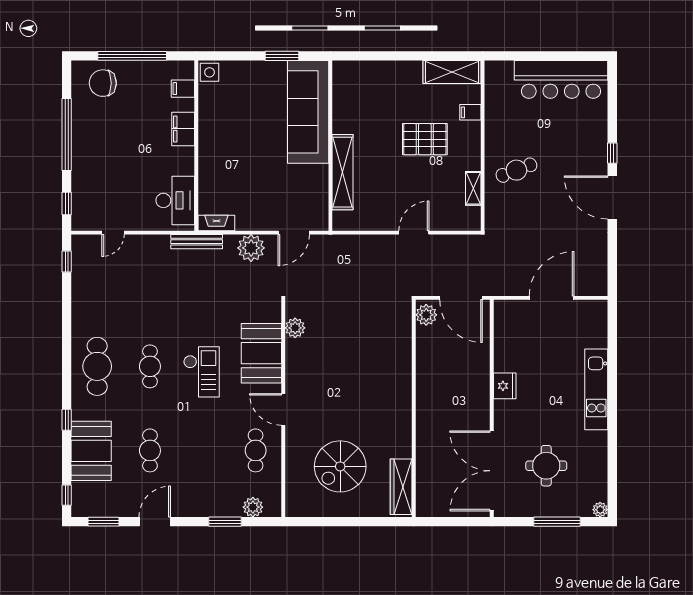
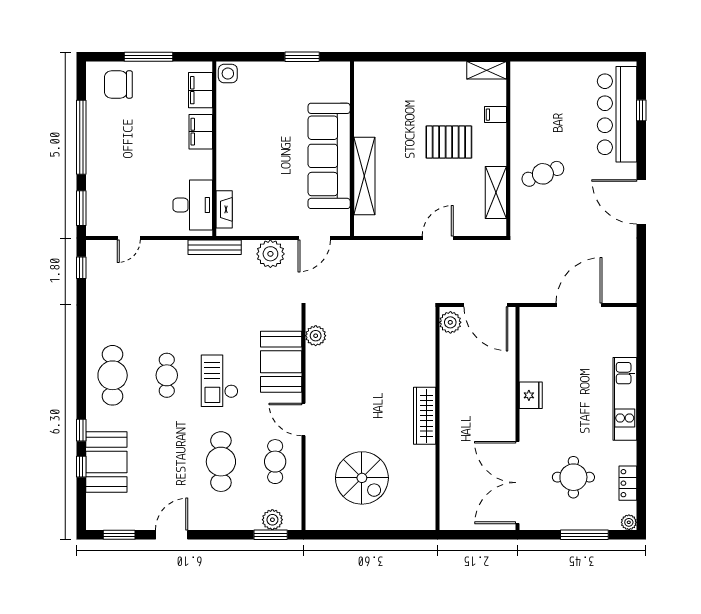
window: (132, 56) -> (148, 57), width x0.68
shelving: (452, 72) -> (487, 70), width x0.67, depth x0.75
bar counter: (561, 79) -> (617, 114), moved, turned 90
filing cabinet: (183, 89) -> (201, 90), width x2.00
sofa: (308, 112) -> (329, 156), moved
window: (612, 153) -> (641, 110), moved
shelving: (473, 188) -> (496, 193), width x1.50, depth x1.33
window: (67, 204) -> (81, 208), width x1.50
fireplace: (216, 223) -> (224, 209), moved, turned 90
checkout: (201, 372) -> (220, 381), turned 180
cafe table: (150, 450) -> (221, 462), moved, width x1.37, depth x1.35
spiral stairs: (340, 466) -> (362, 478), turned -90
locker: (599, 472) -> (628, 483), added
wardrobe: (401, 487) -> (425, 416), moved
window: (67, 495) -> (81, 467), moved
window: (225, 522) -> (271, 535), moved

